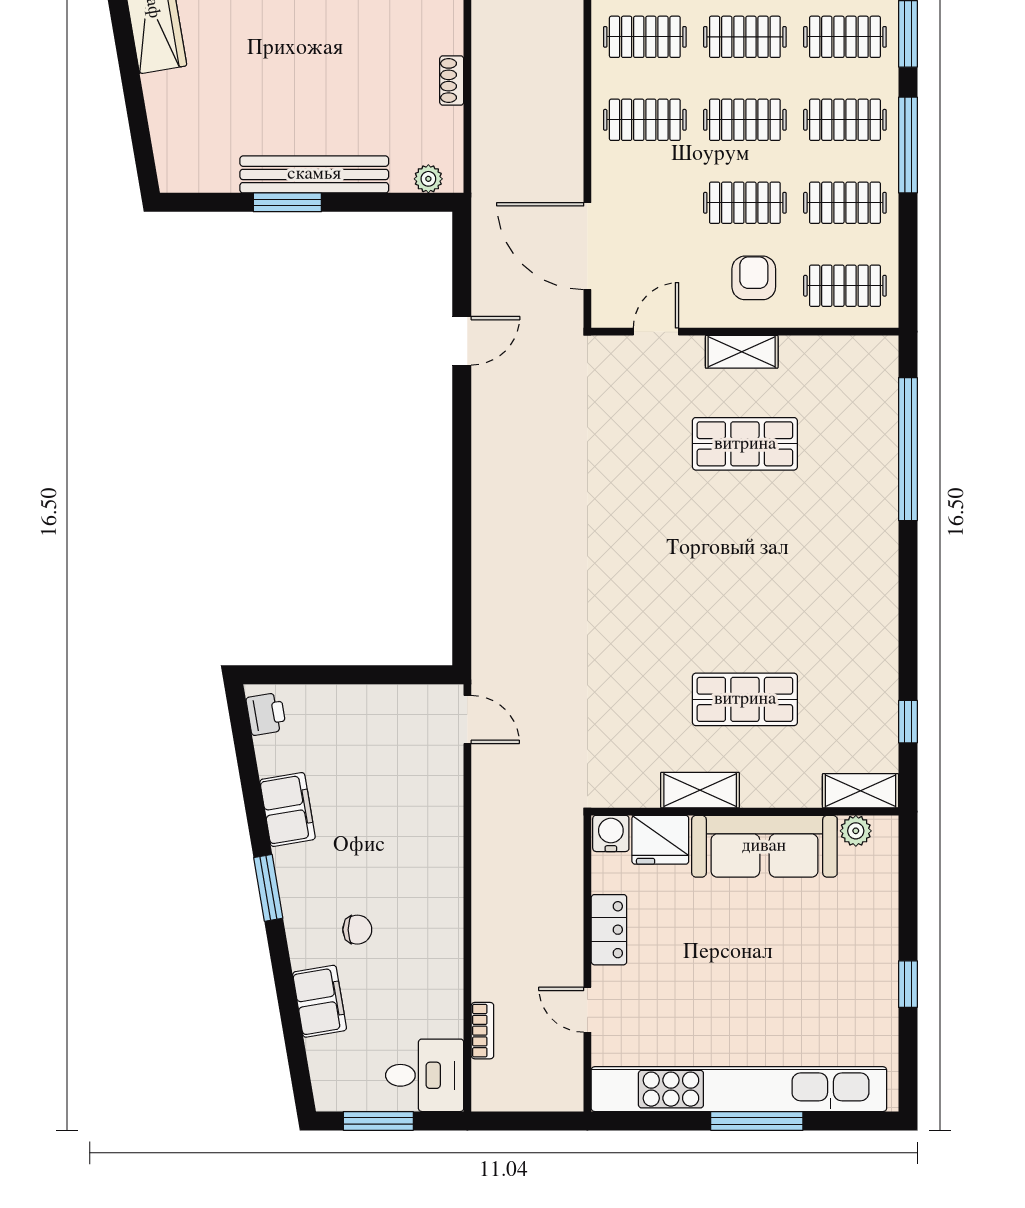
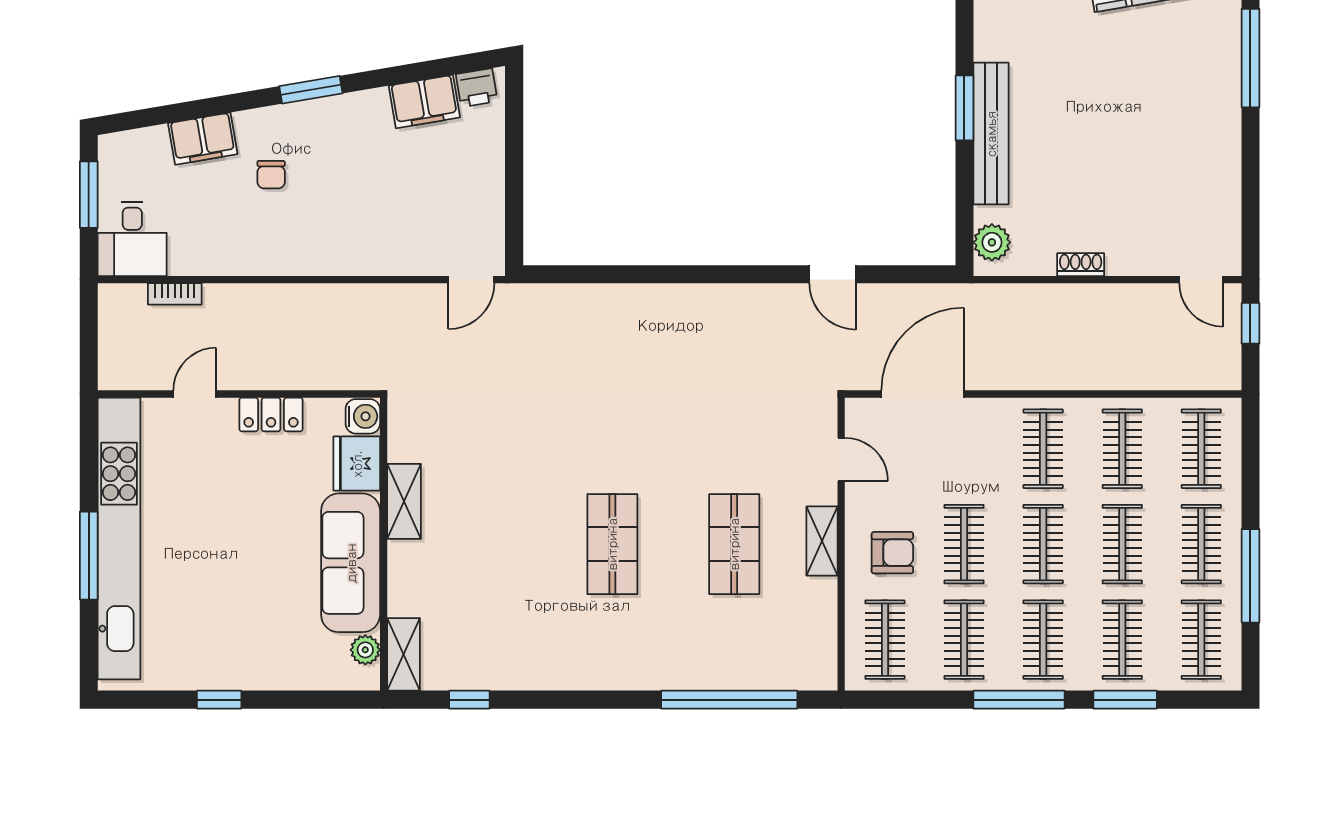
plant: (428, 179) -> (992, 242), width x1.38, depth x1.38
shop shelf: (745, 699) -> (612, 544), moved
filing cabinet: (288, 809) -> (424, 102), moved

